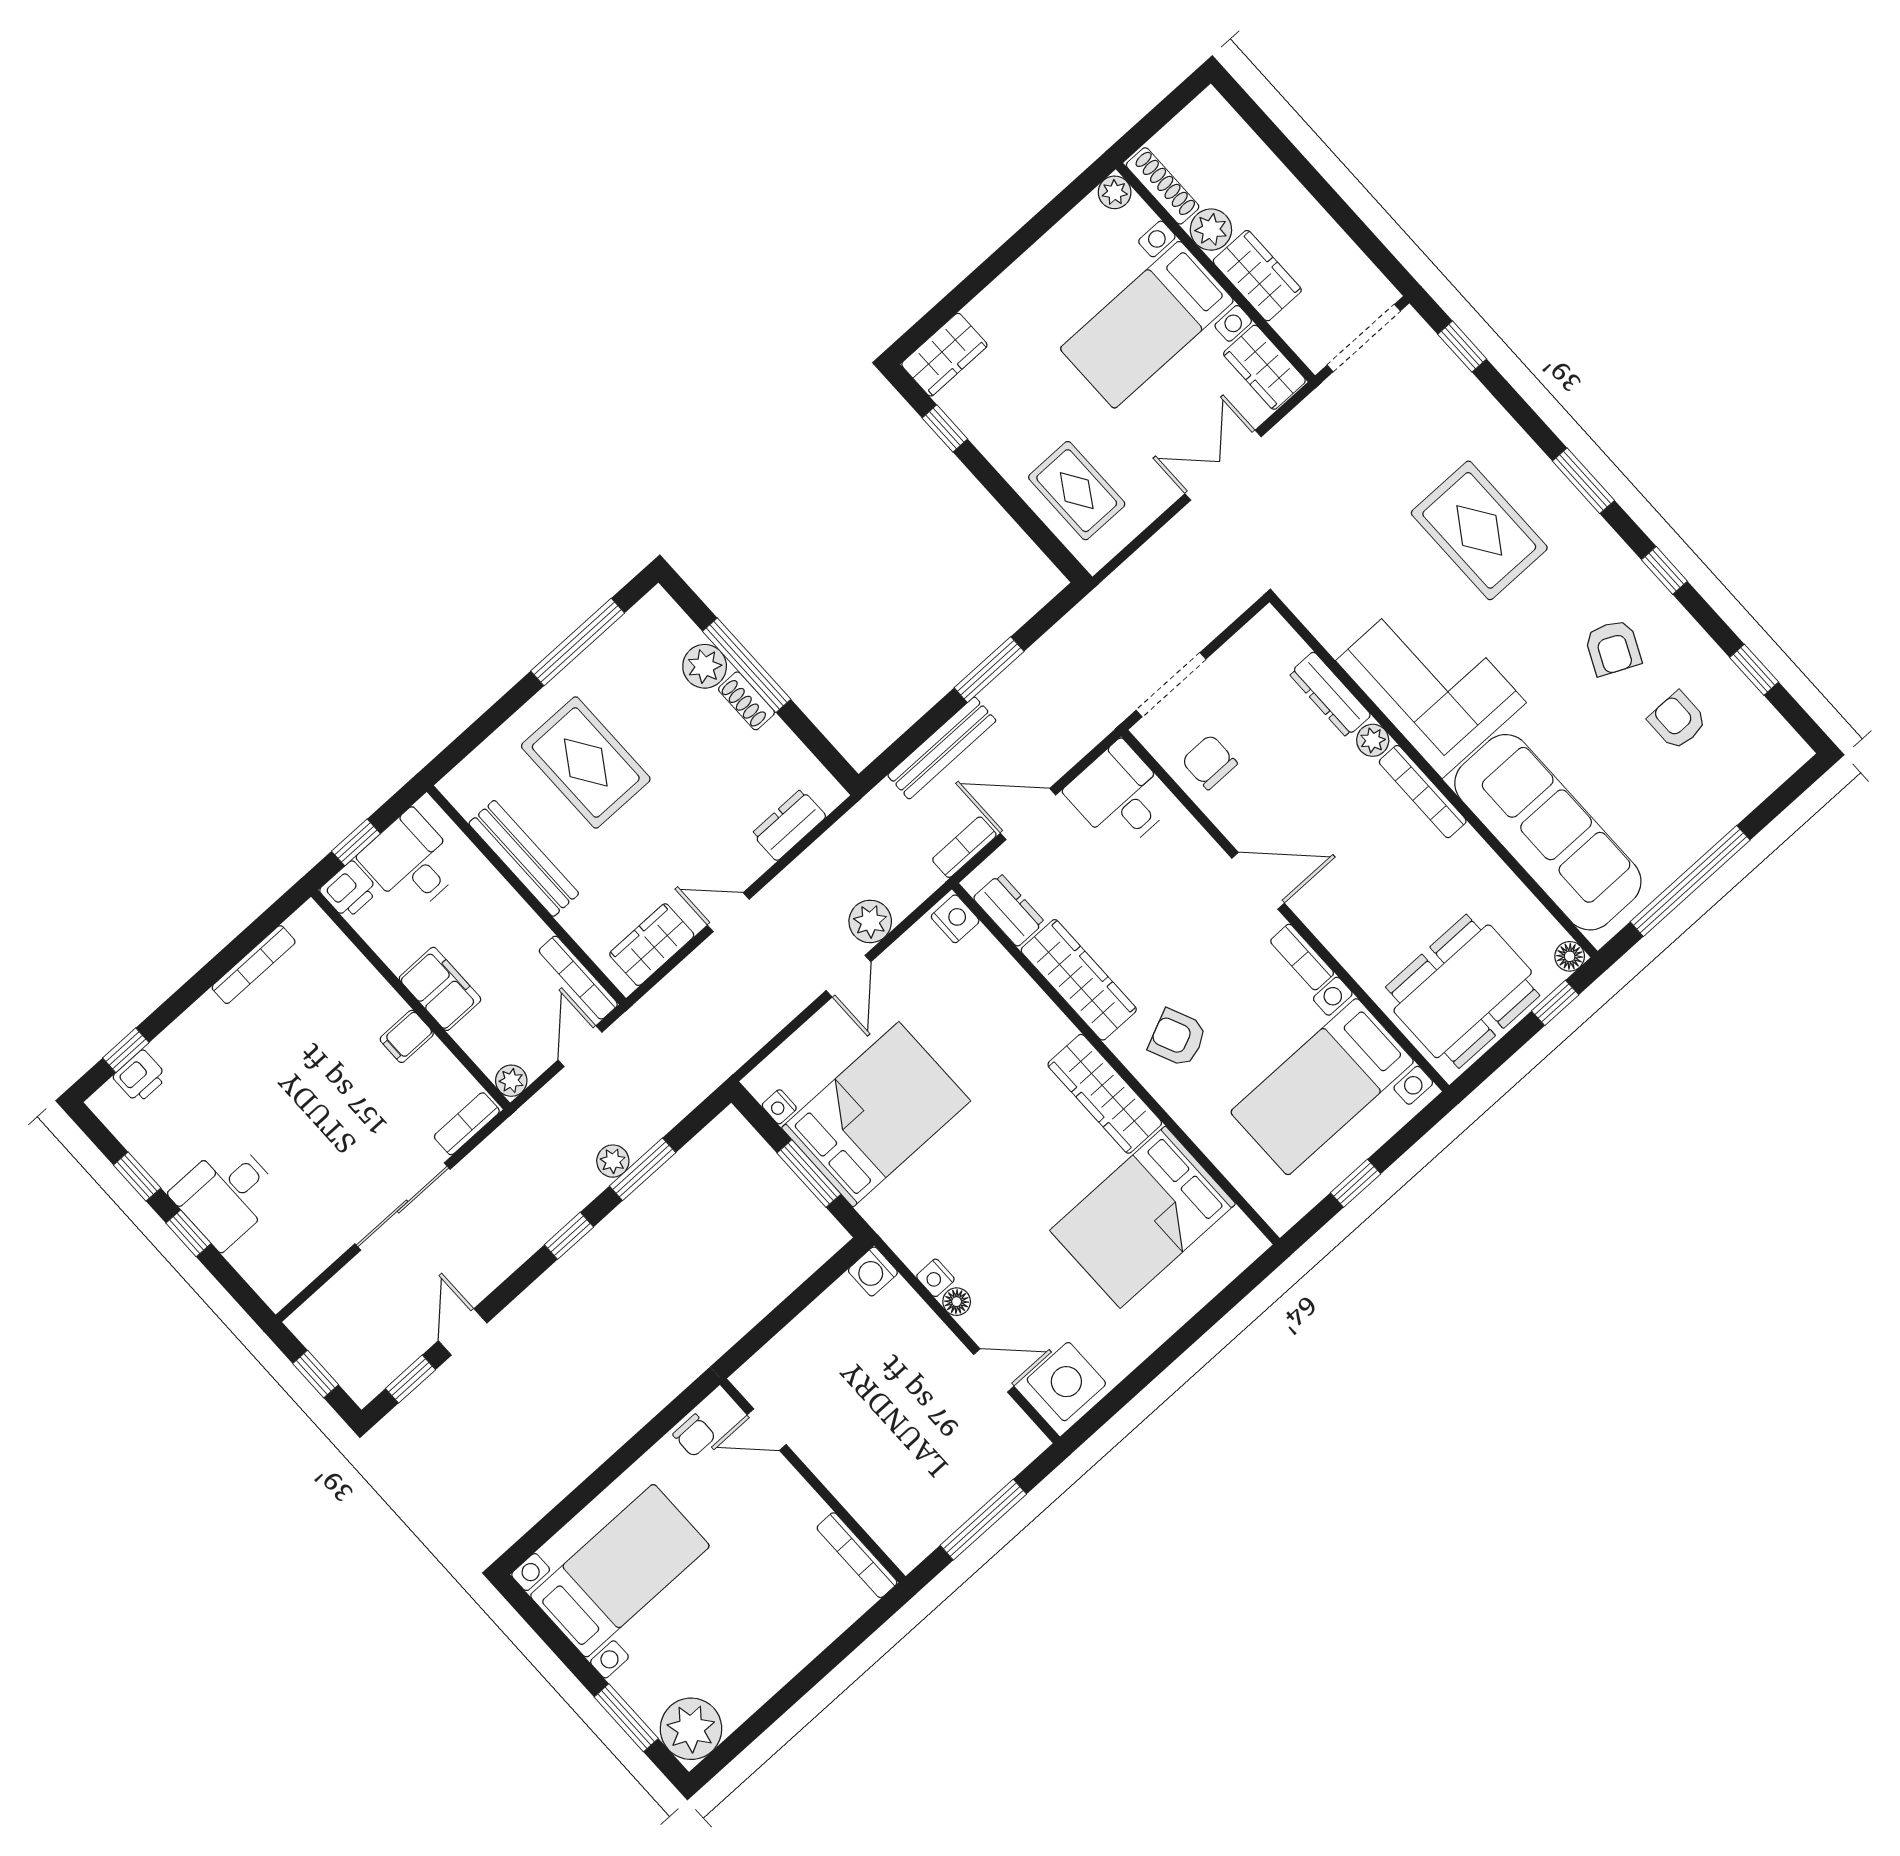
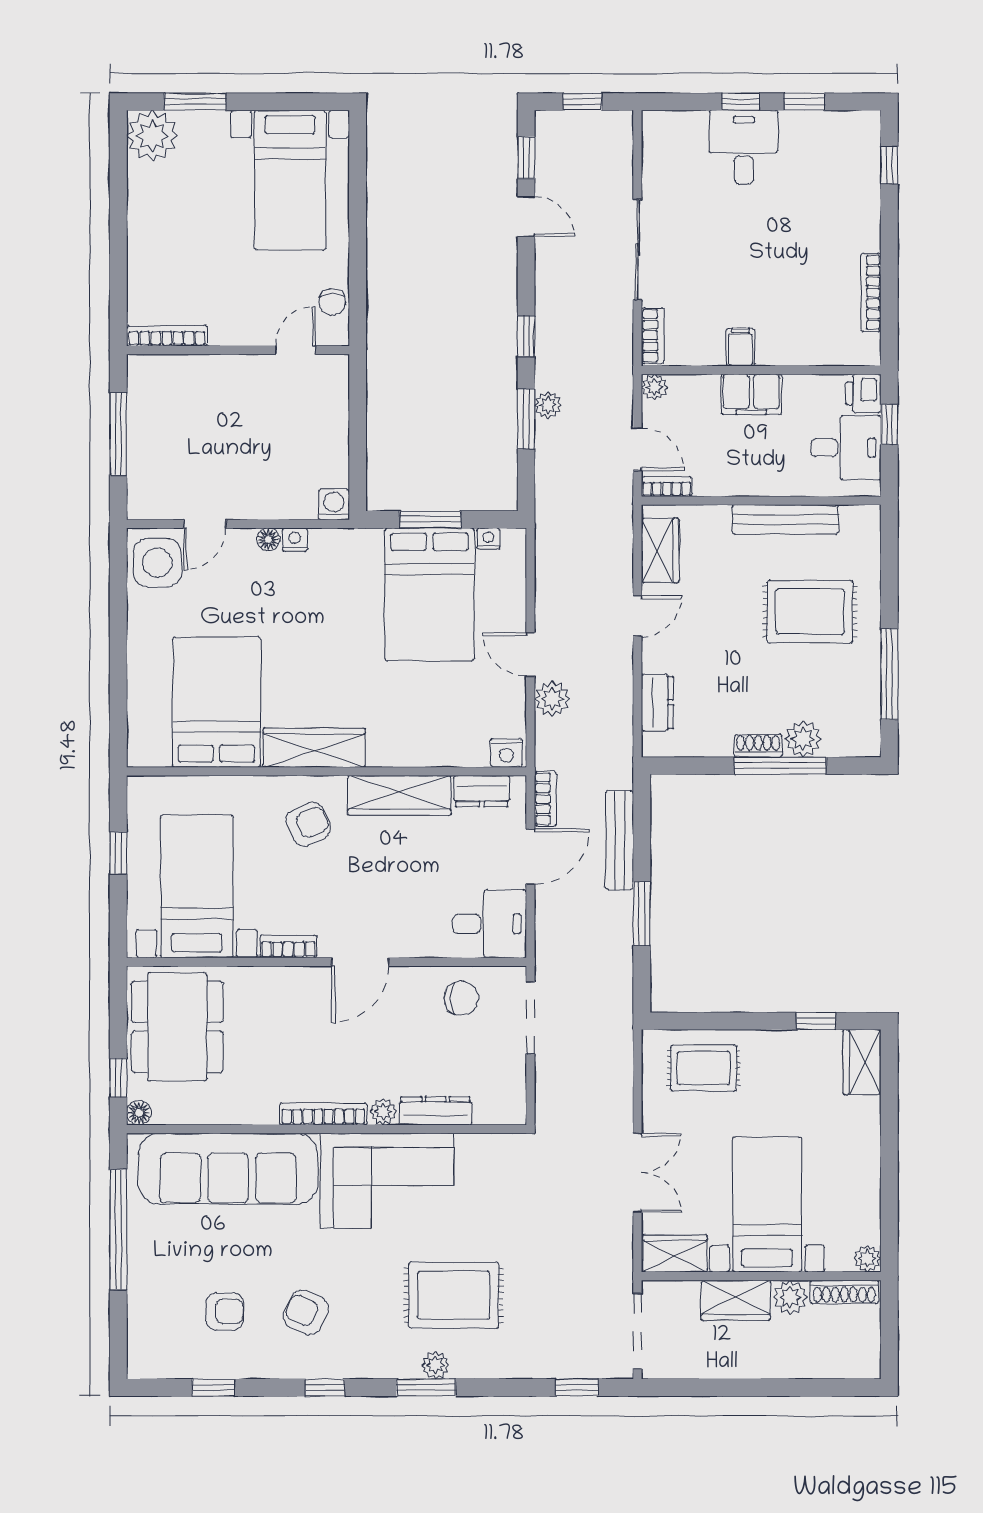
plant: (1556, 490) -> (435, 1365), added
bookcase: (578, 978) -> (667, 486), width x0.64
printer: (140, 1077) -> (865, 159), removed
chair: (694, 1435) -> (332, 302), turned -90

